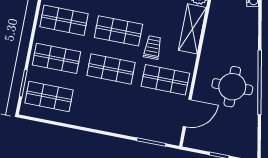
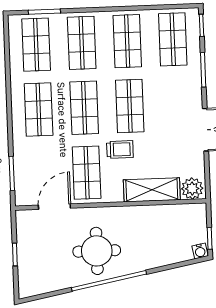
shop shelf: (103, 107) -> (39, 110), added
door: (187, 113) -> (54, 207), swing flipped

